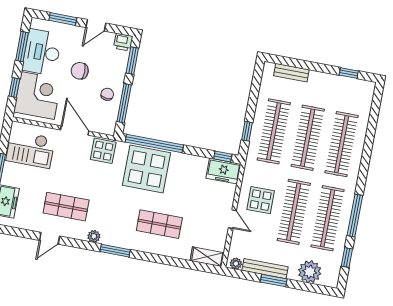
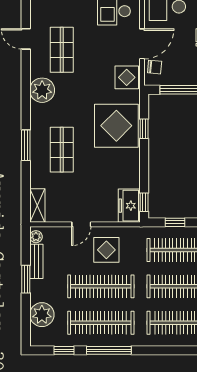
chair: (107, 94) -> (155, 67), moved
window: (154, 144) -> (144, 129), width x0.32
plant: (94, 236) -> (42, 90), width x1.87, depth x1.87
window: (115, 251) -> (26, 145), moved
bench: (265, 269) -> (36, 261), width x0.73

